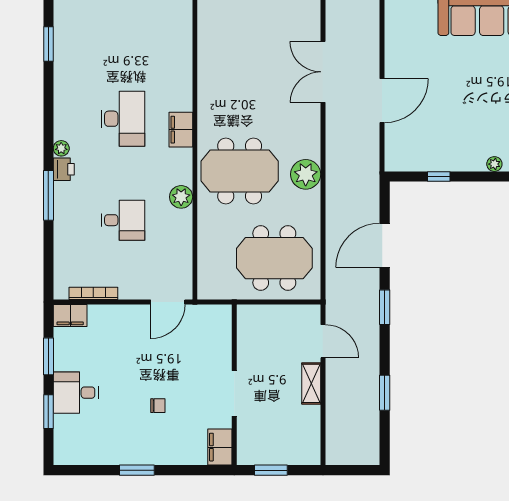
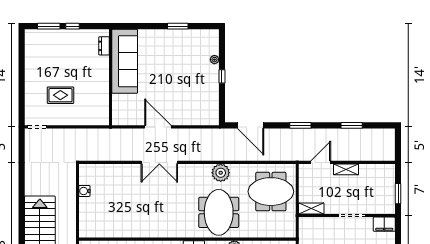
door: (382, 101) -> (158, 127), moved
window: (439, 176) -> (222, 76), moved
door: (385, 245) -> (251, 125), moved
meeting table: (274, 258) -> (271, 192), turned 90
shelving: (246, 325) -> (311, 208), added

